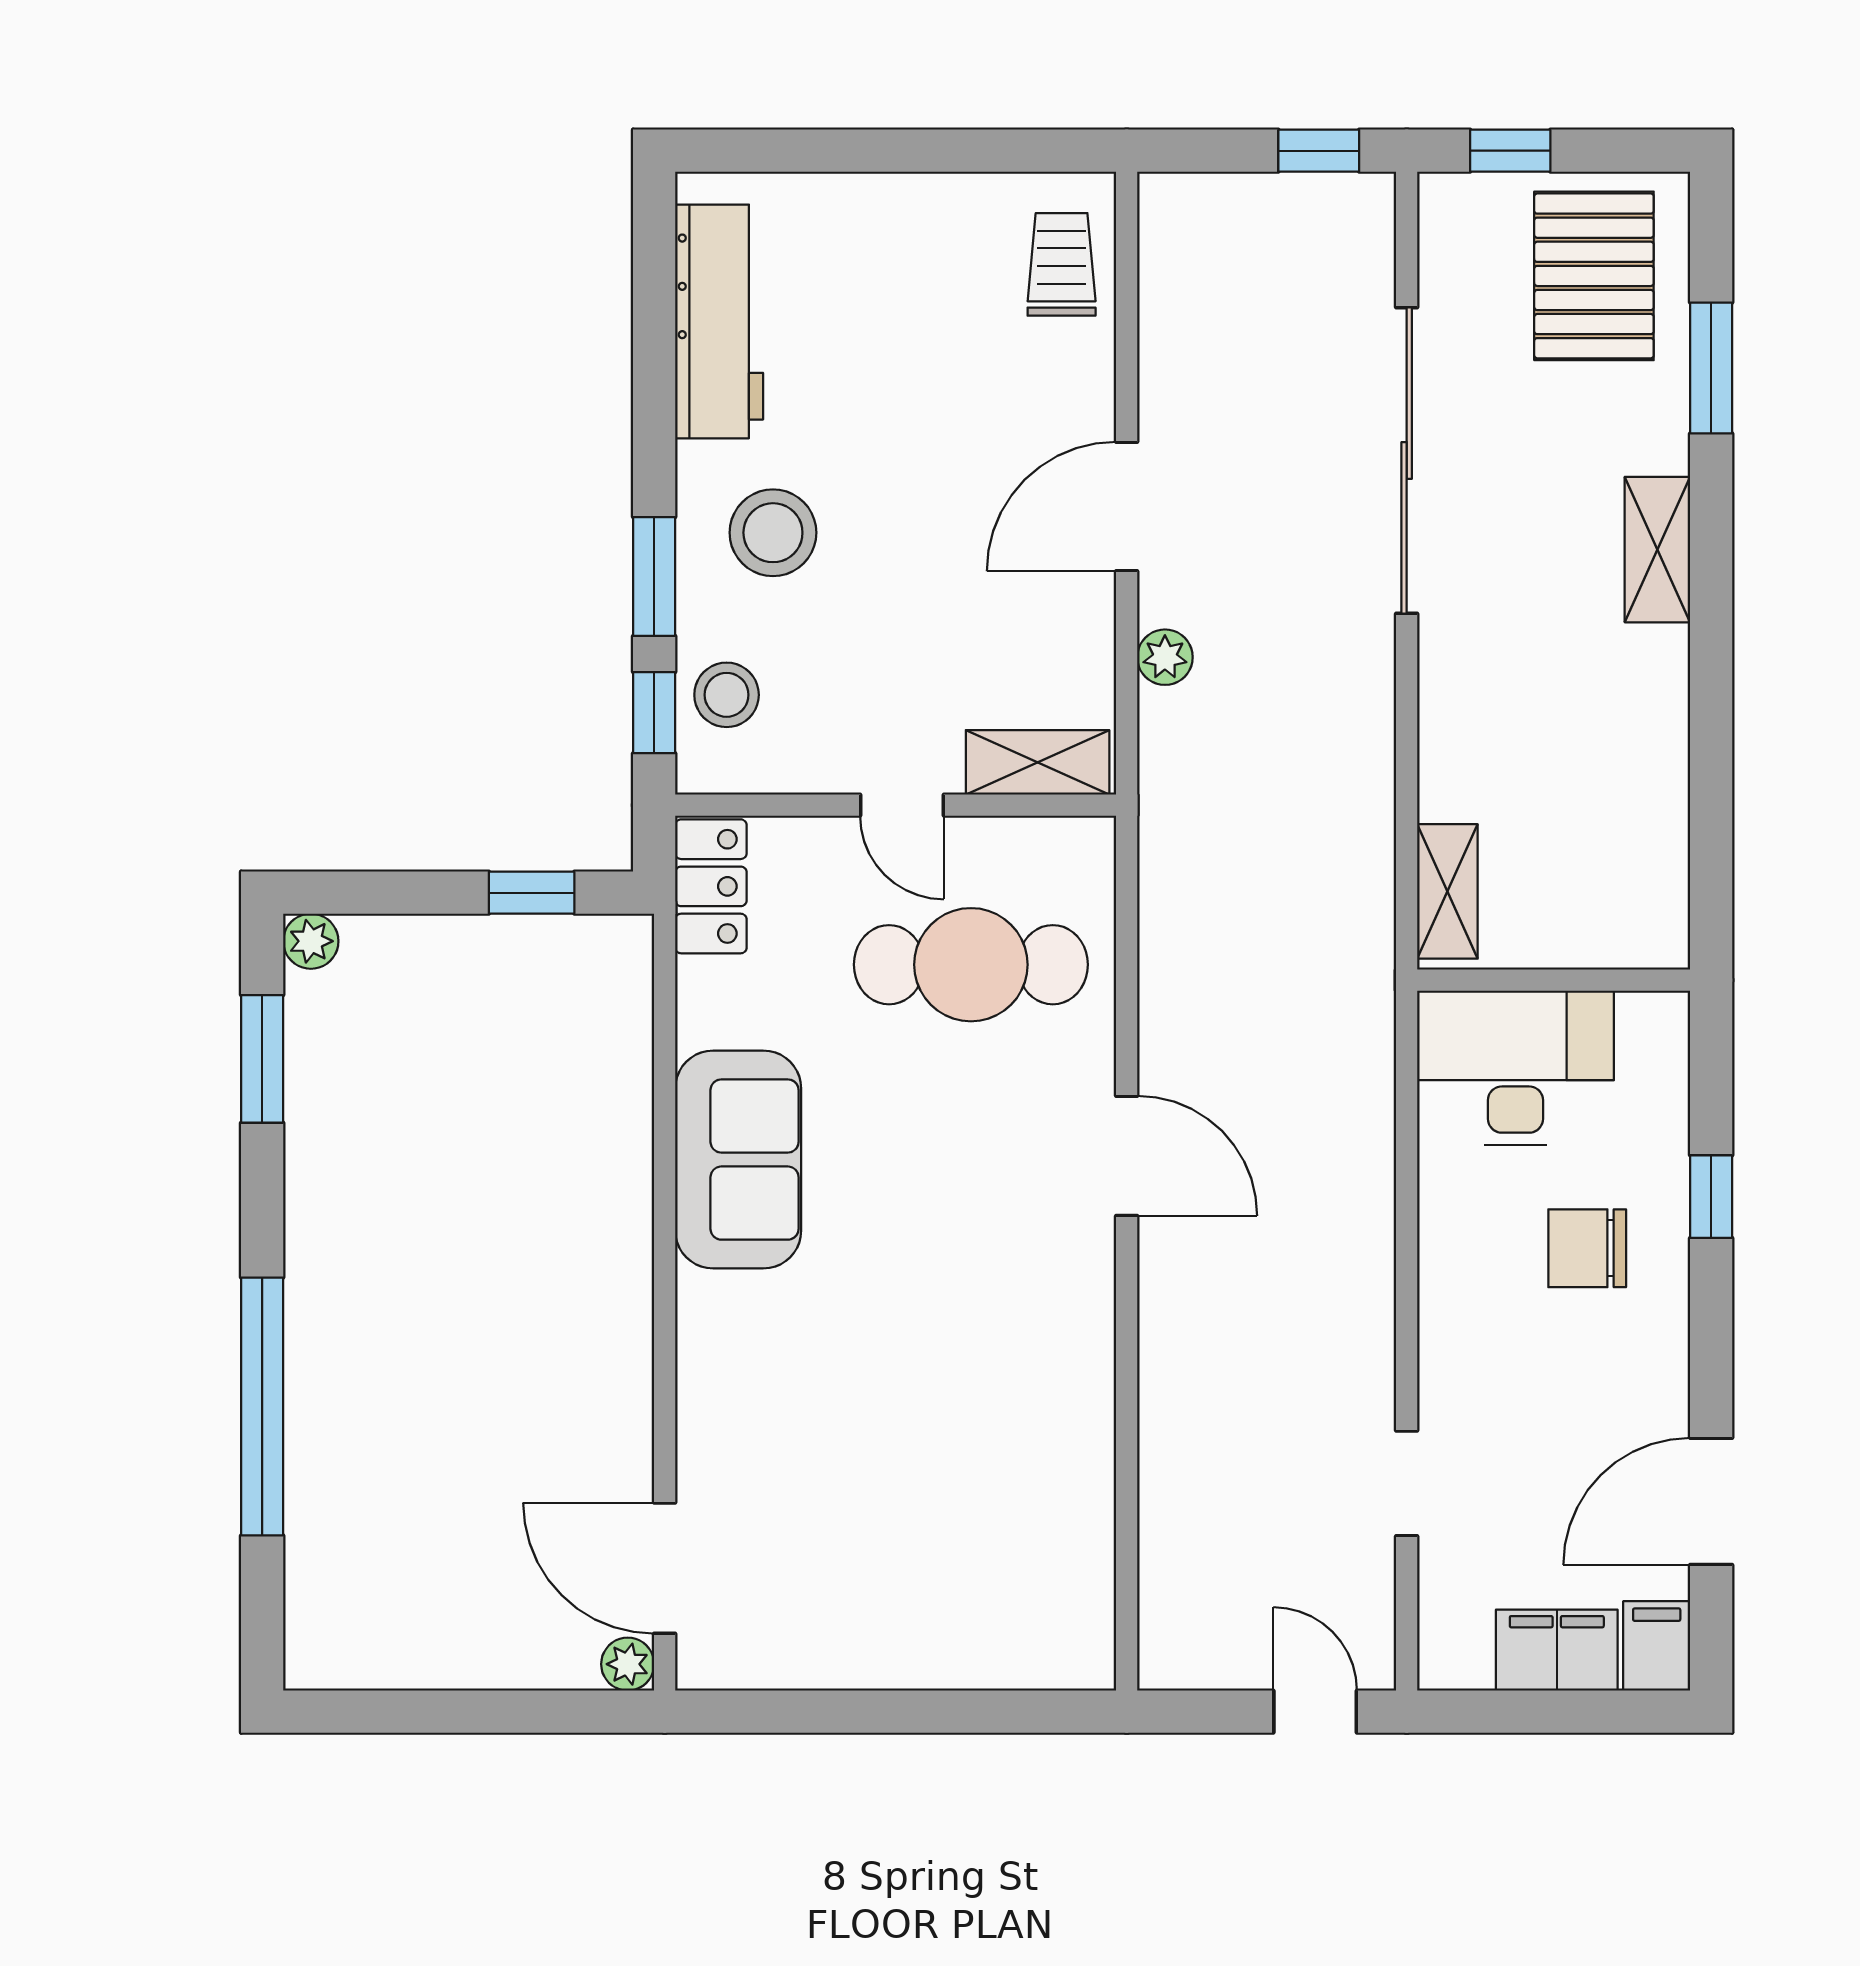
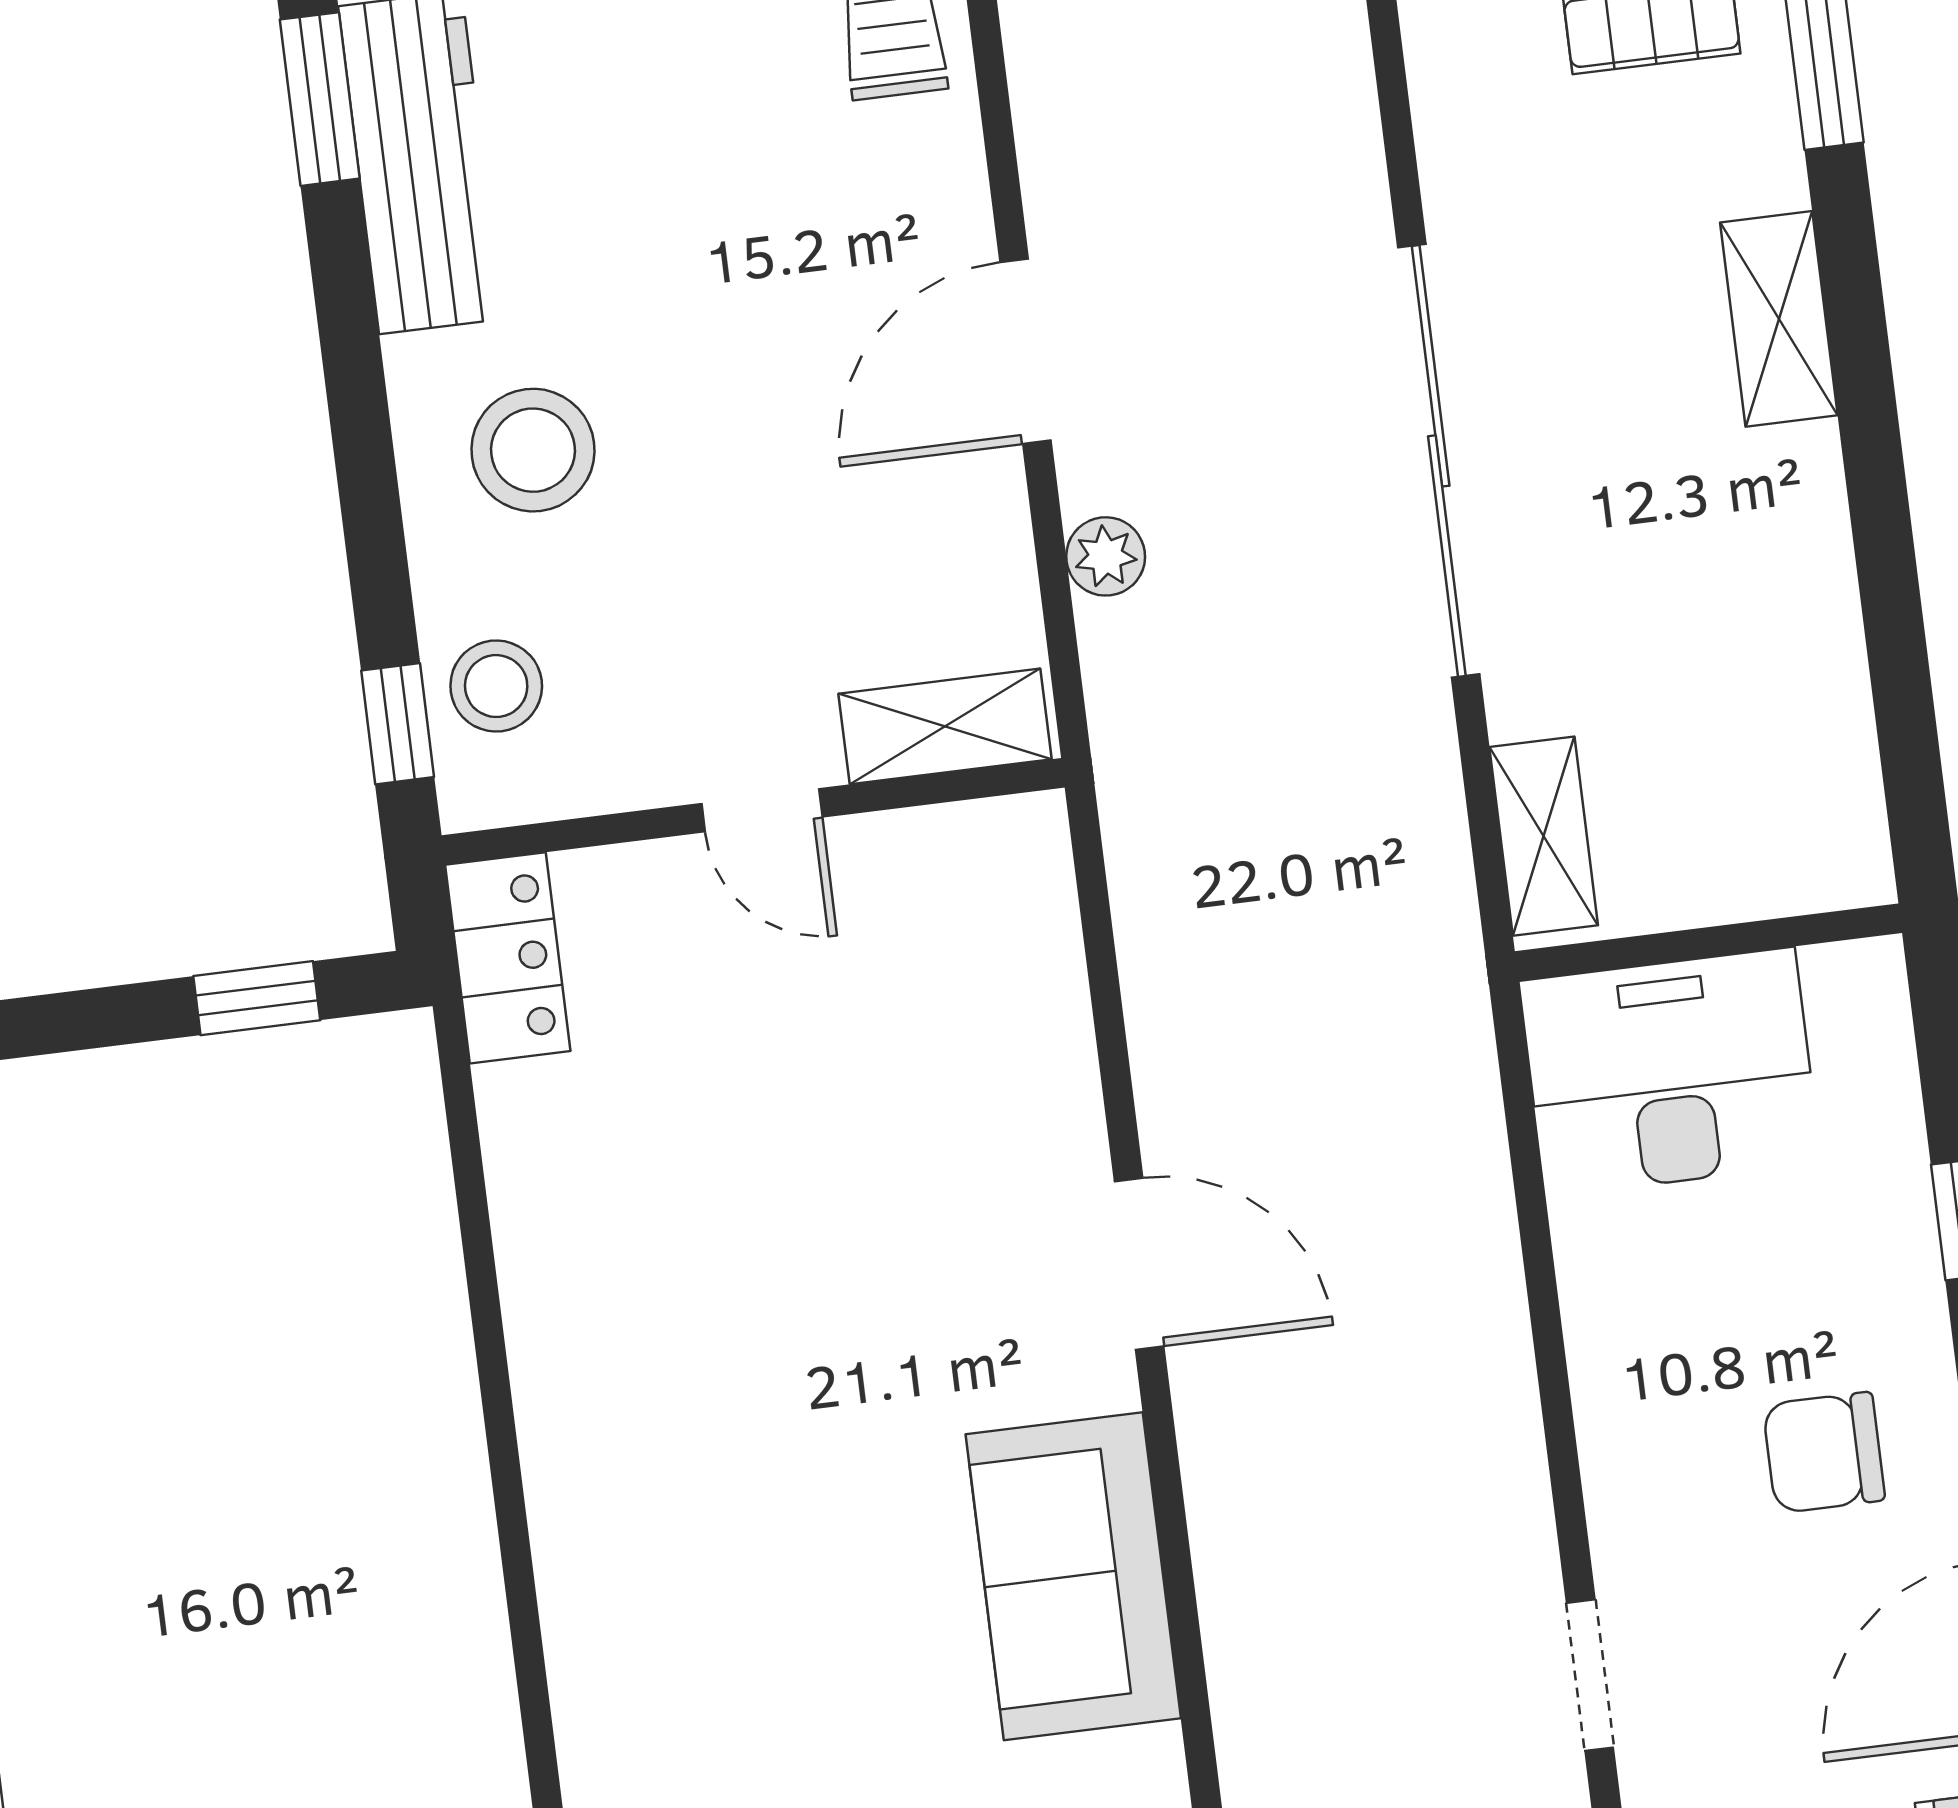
sliding door: (1407, 460) -> (1439, 461), moved
window: (654, 576) -> (320, 99), moved
cafe table: (971, 965) -> (887, 1022), removed
sofa: (738, 1160) -> (1073, 1576), moved, turned 180
chair: (1587, 1248) -> (1824, 1452), moved

